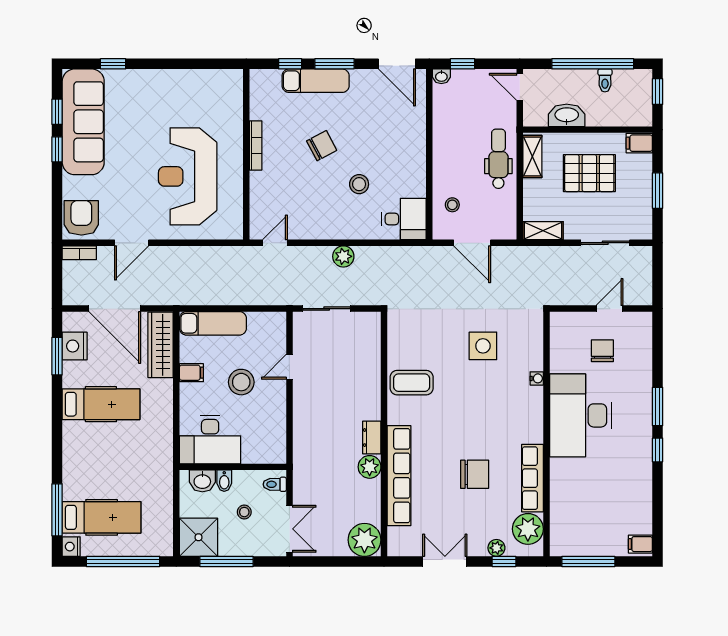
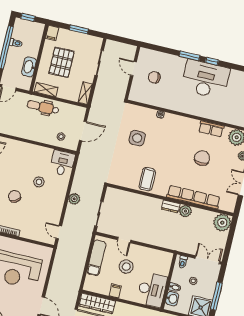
exam couch: (213, 323) -> (96, 258), moved
desk: (581, 415) -> (205, 79), moved, turned 180
row of seats: (532, 478) -> (211, 129), width x0.68

